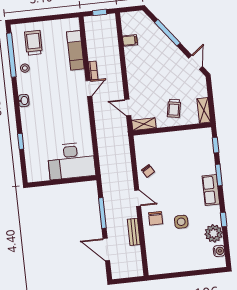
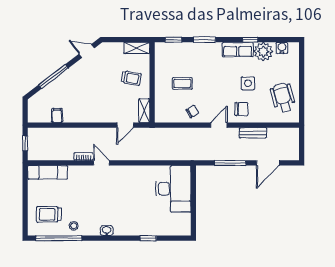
exam couch: (75, 50) -> (48, 172), moved
coffee table: (174, 158) -> (182, 83), added
row of seats: (211, 190) -> (238, 50), moved
wheelchair: (171, 257) -> (283, 98), added

